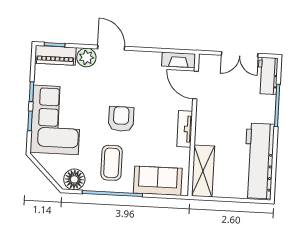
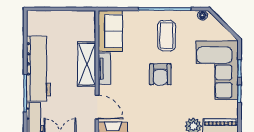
workbench: (259, 161) -> (39, 69), moved
shelving: (203, 171) -> (87, 64), moved
floor lamp: (74, 179) -> (203, 15), width x0.53, depth x0.53
sofa: (158, 181) -> (110, 31), moved, turned -90

